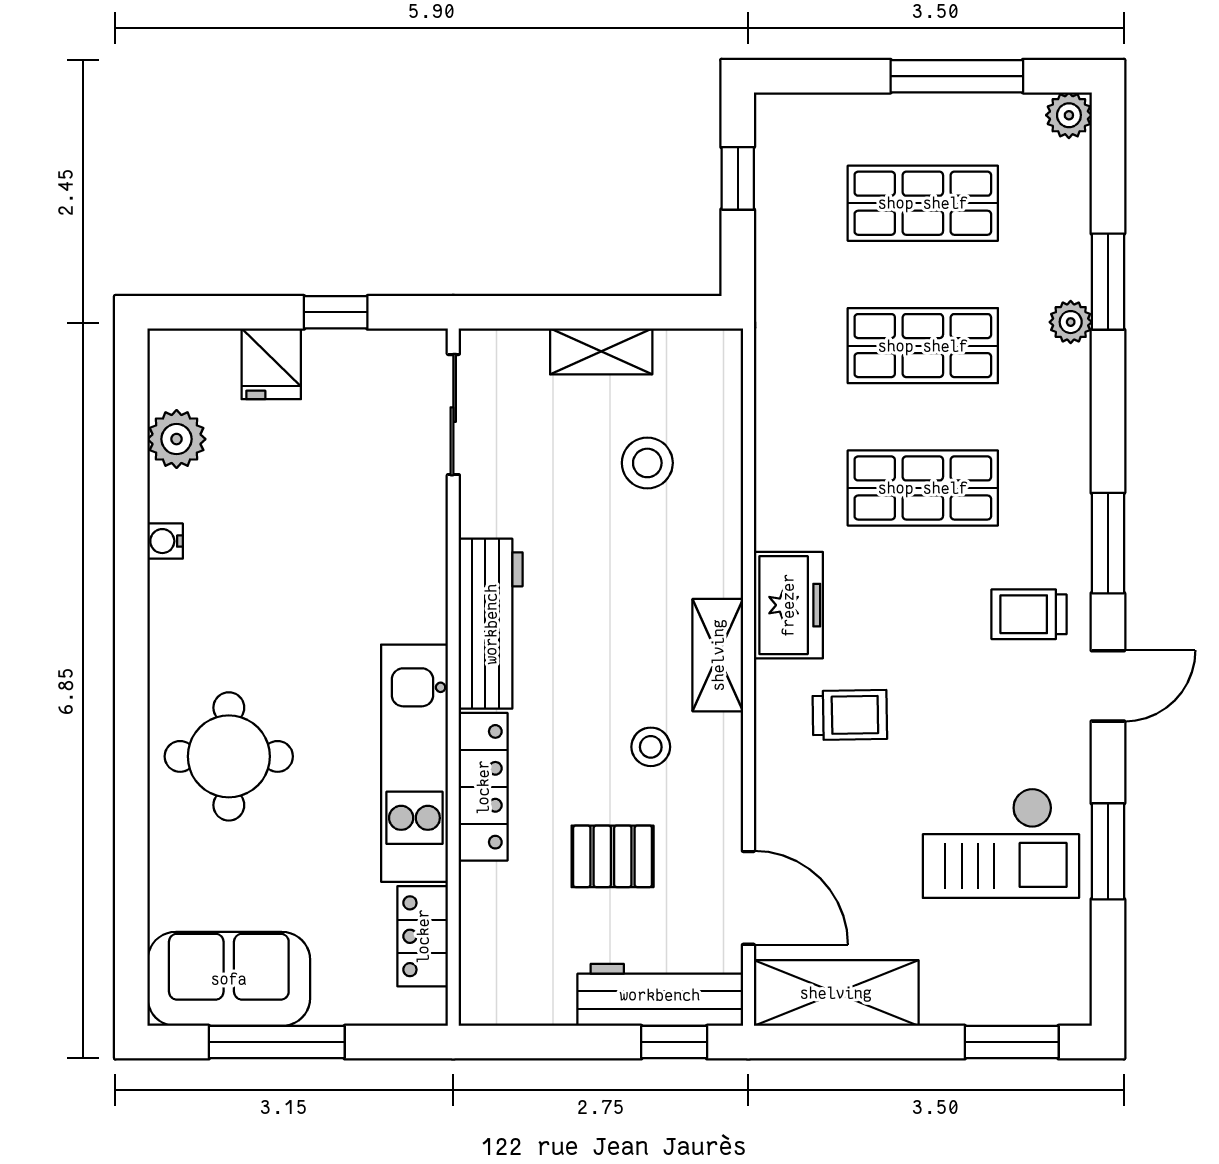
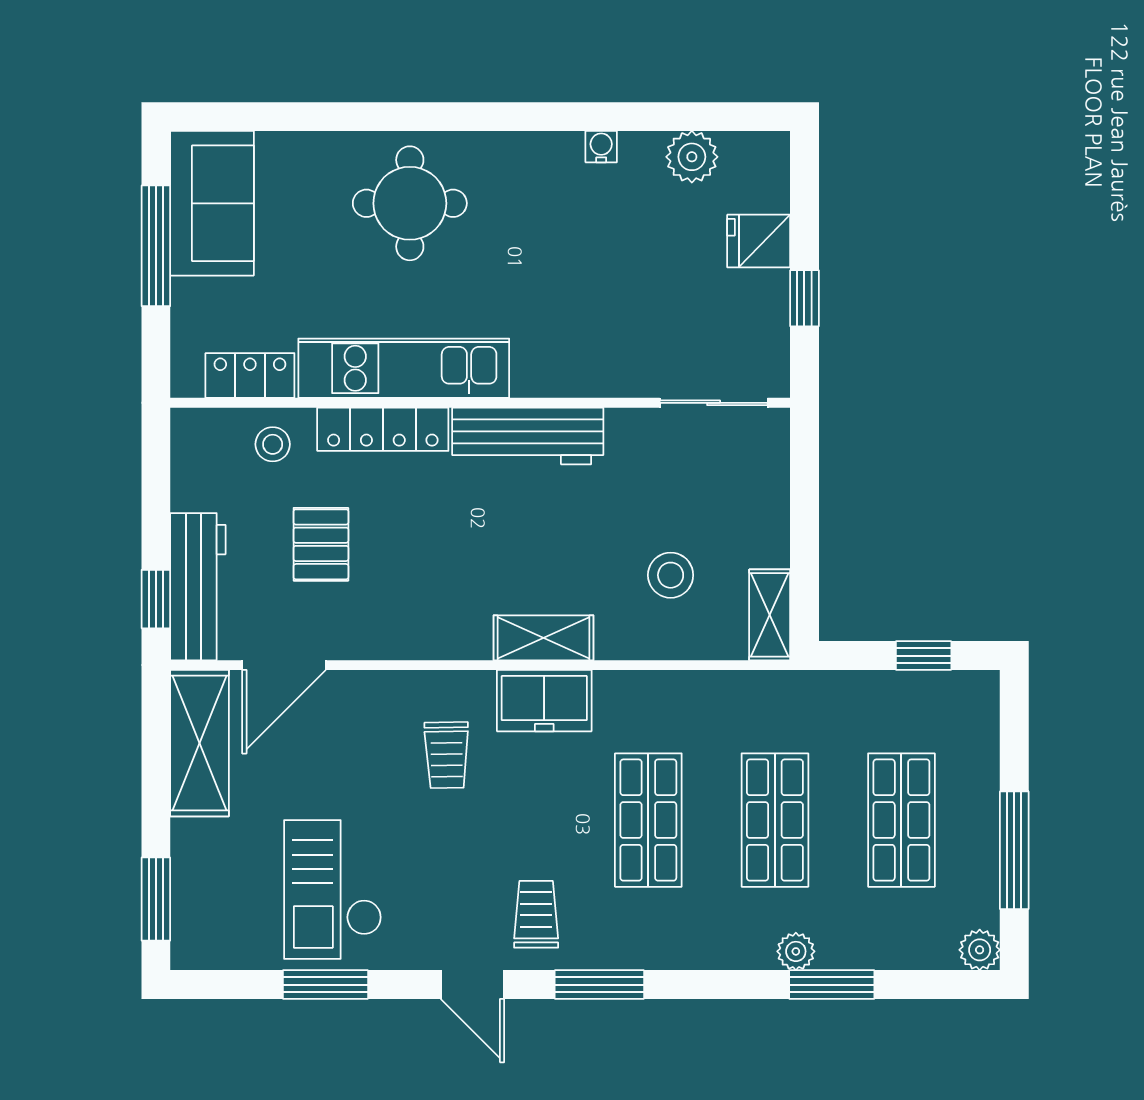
shelving: (601, 351) -> (770, 615), moved
shelving: (718, 655) -> (544, 638), moved
stool: (651, 747) -> (273, 444), moved

